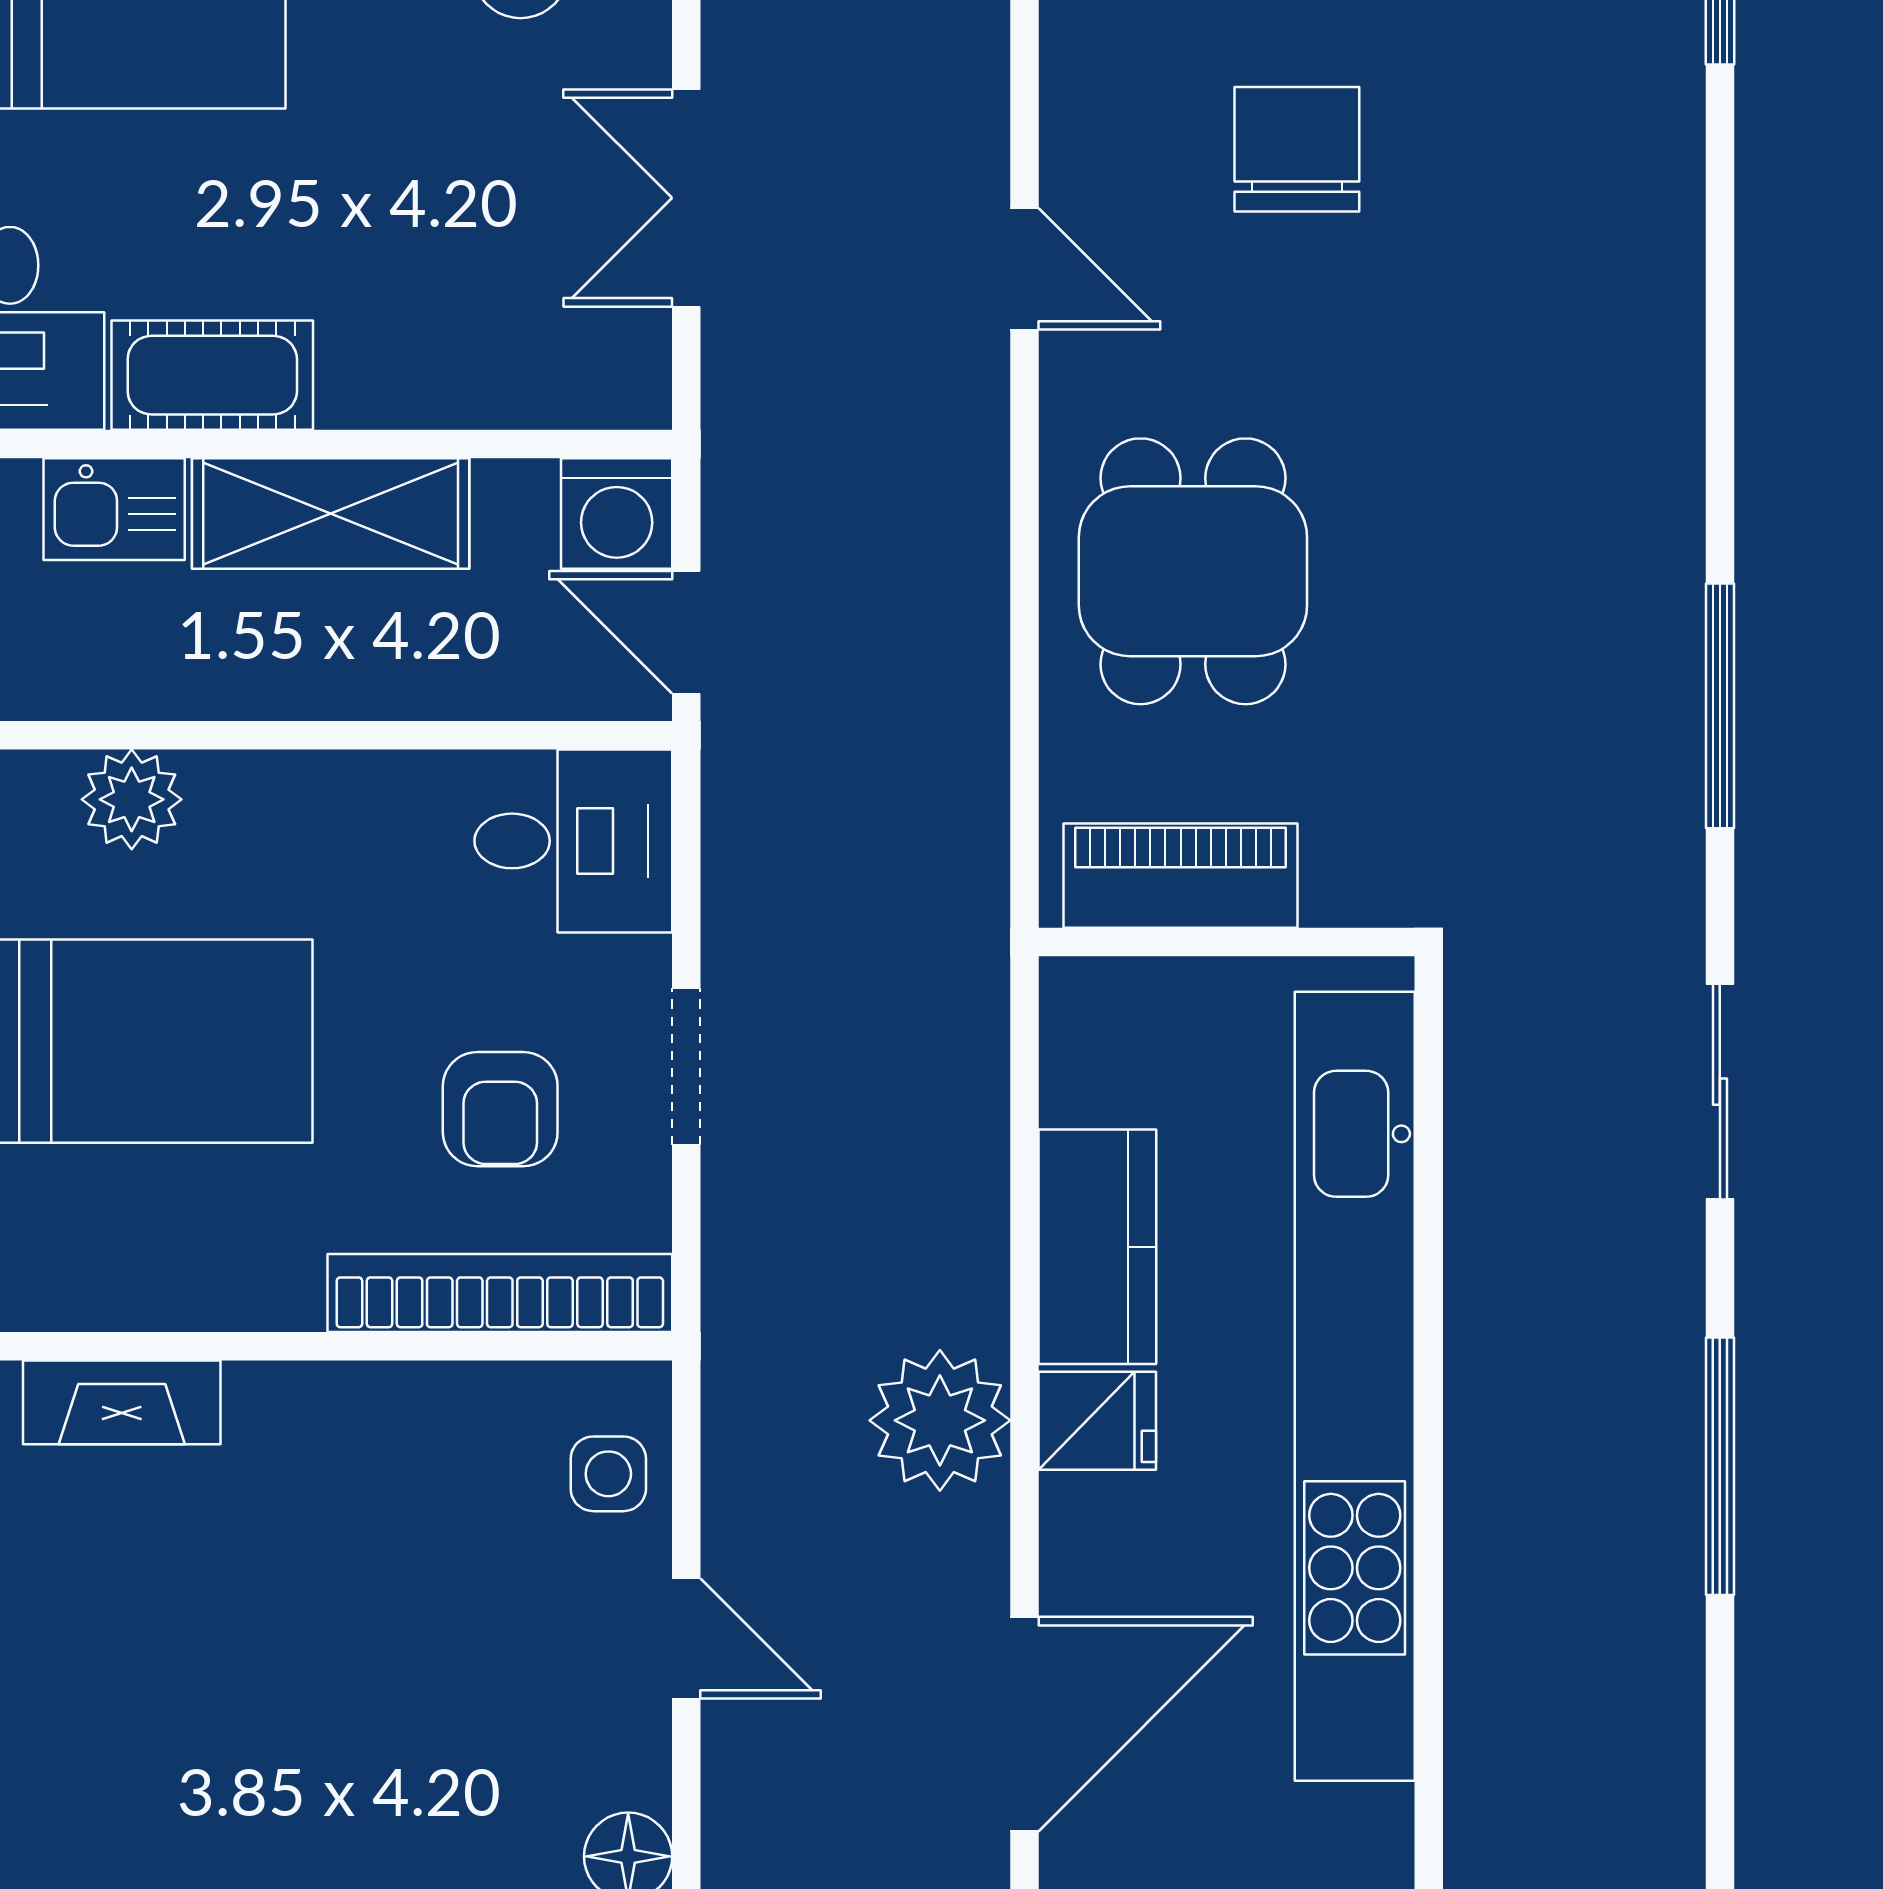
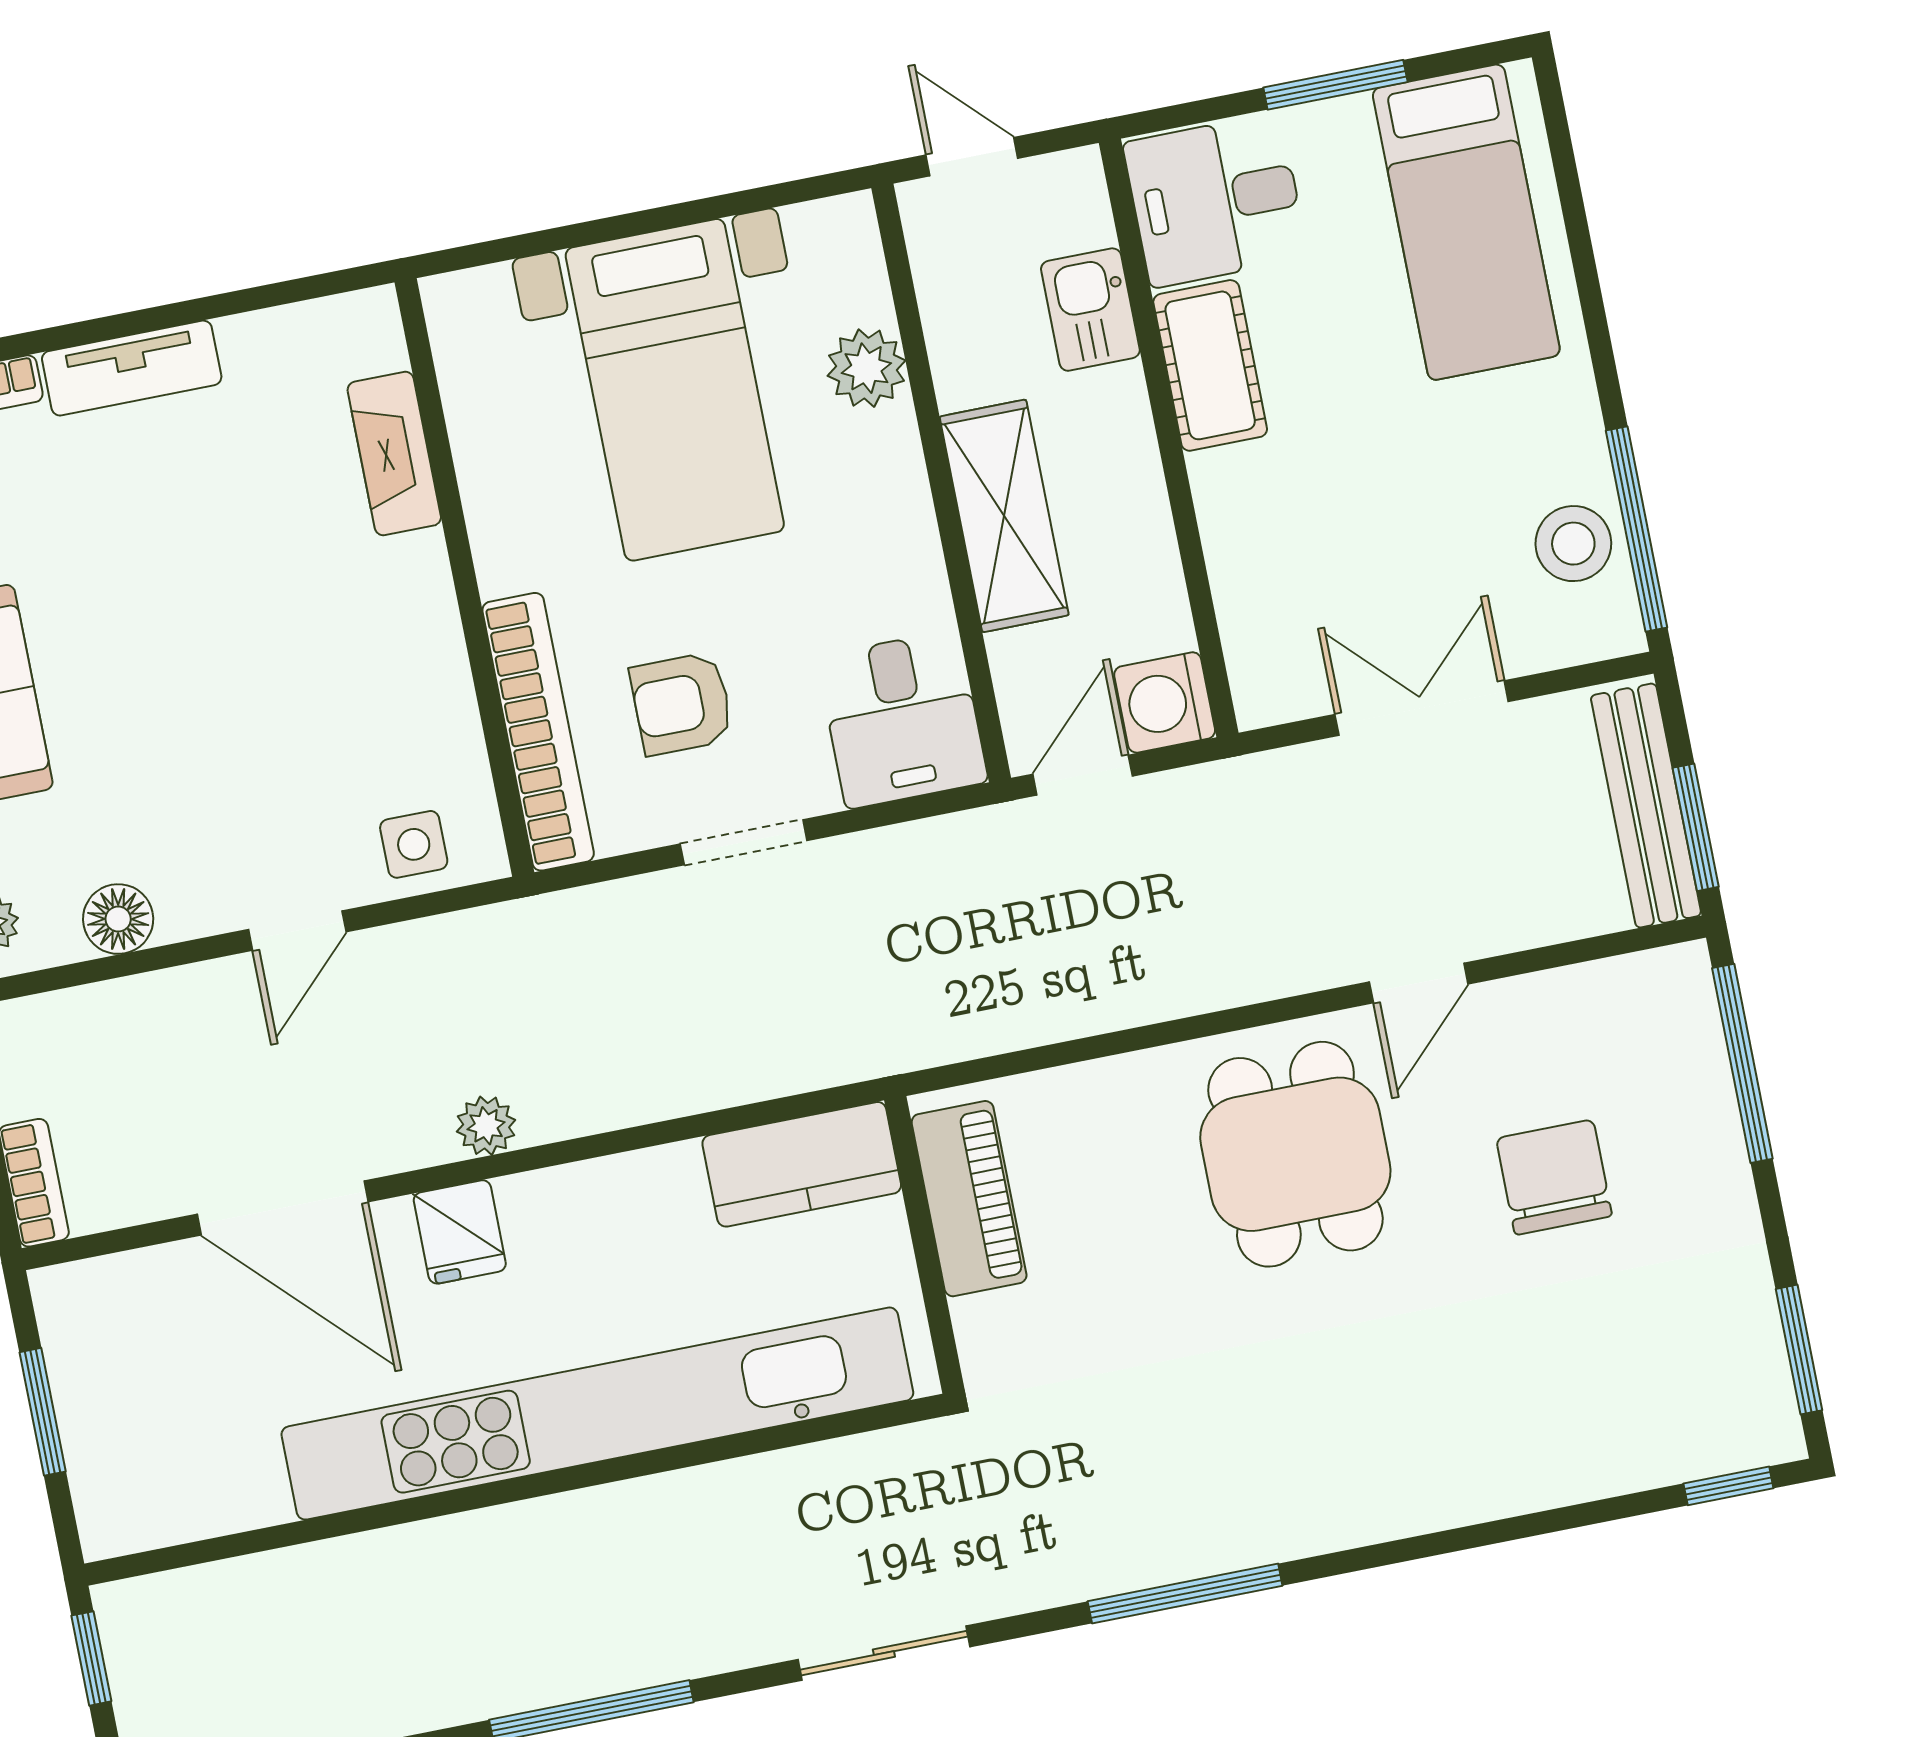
chair: (1297, 149) -> (1554, 1177), turned -90
shelving: (331, 513) -> (1004, 516), moved
dining table: (1193, 571) -> (1295, 1154), moved, turned 90
kitchen counter: (1097, 1247) -> (802, 1164), moved
plant: (940, 1420) -> (486, 1126), width x0.53, depth x0.53
fridge: (1097, 1421) -> (460, 1232), moved

